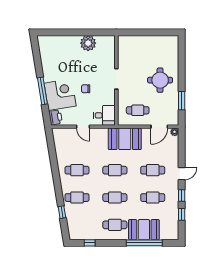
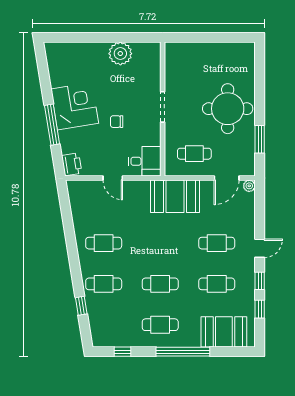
round table: (160, 80) -> (228, 109), width x1.36, depth x1.36
corner desk: (60, 95) -> (75, 106), moved
cafe table: (115, 170) -> (160, 243), removed
booth: (144, 230) -> (224, 332), moved
window: (144, 243) -> (183, 352), moved

